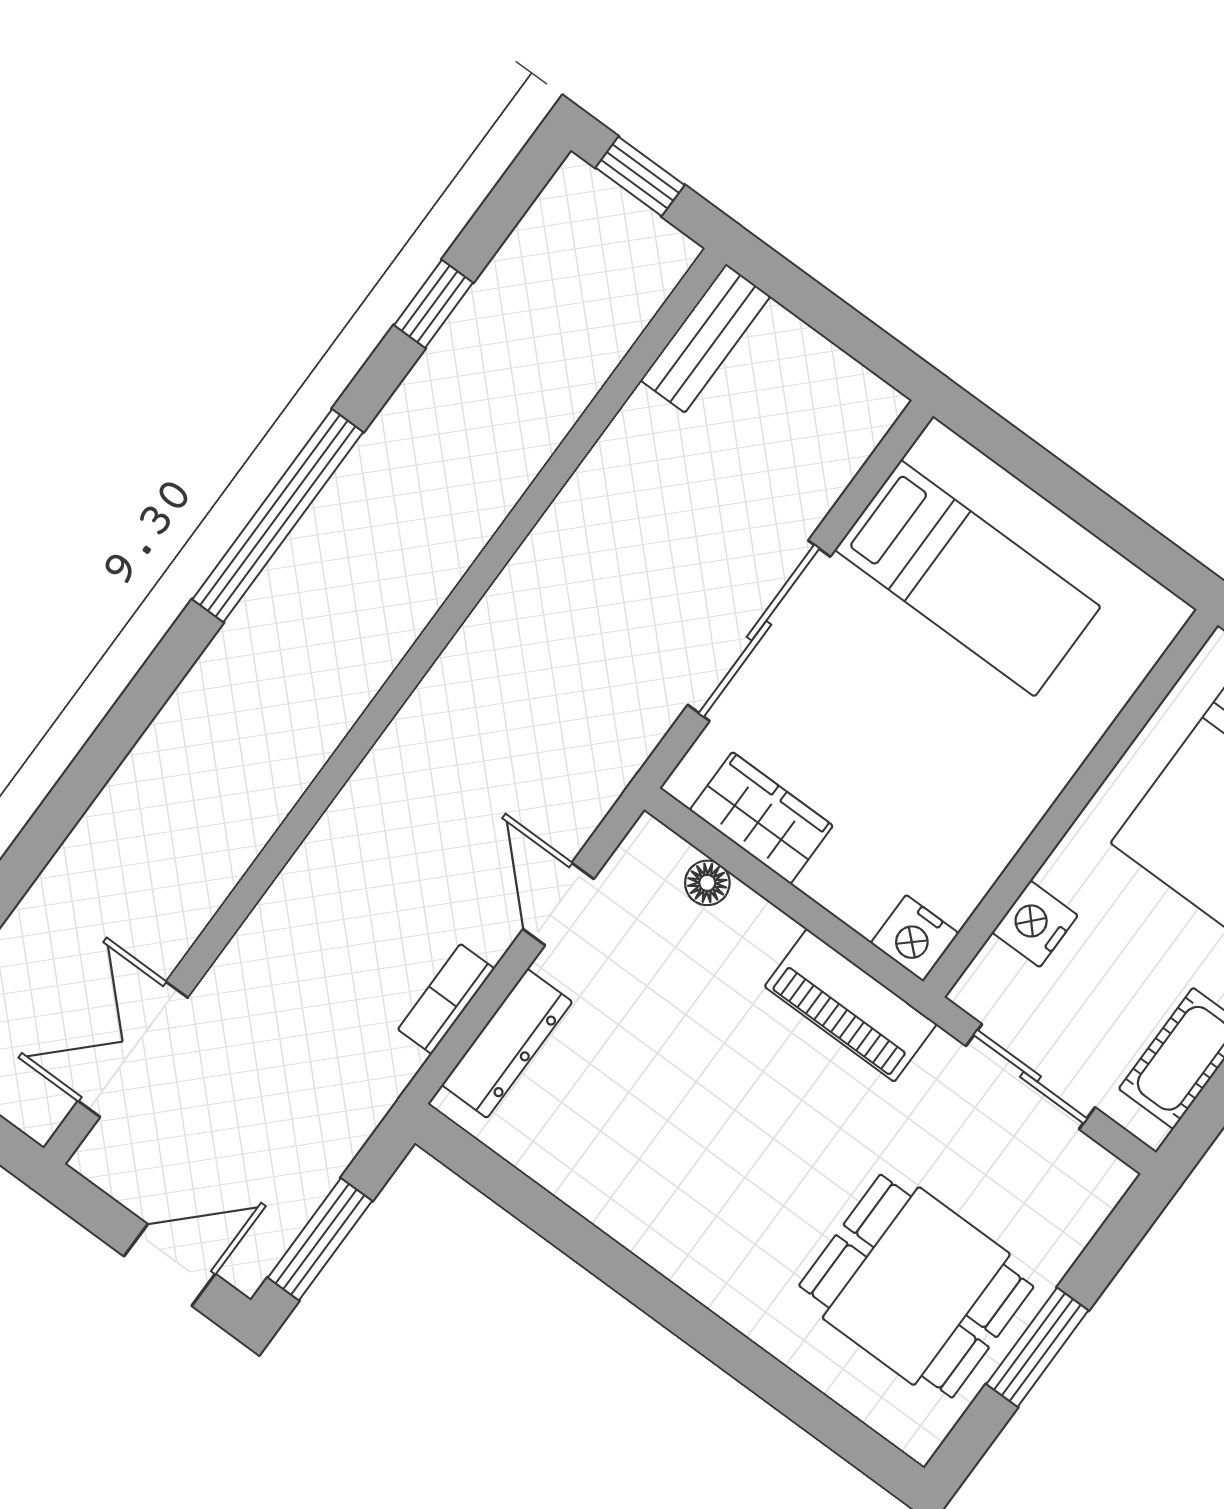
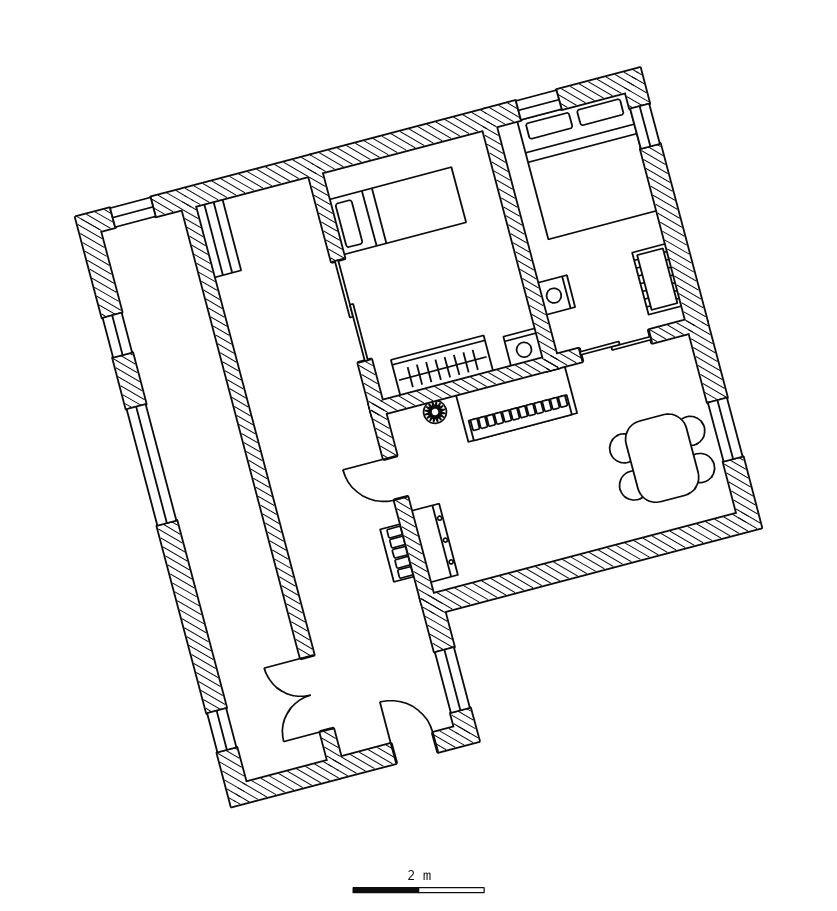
wardrobe: (761, 818) -> (442, 366), width x1.50
piano: (851, 1005) -> (517, 404), width x1.37, depth x1.33
door: (170, 1265) -> (414, 748), hinge flipped

